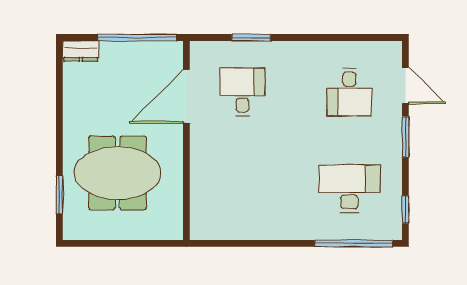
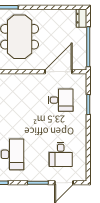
desk: (349, 92) -> (61, 154), turned -90
door: (186, 96) -> (58, 72), hinge flipped

